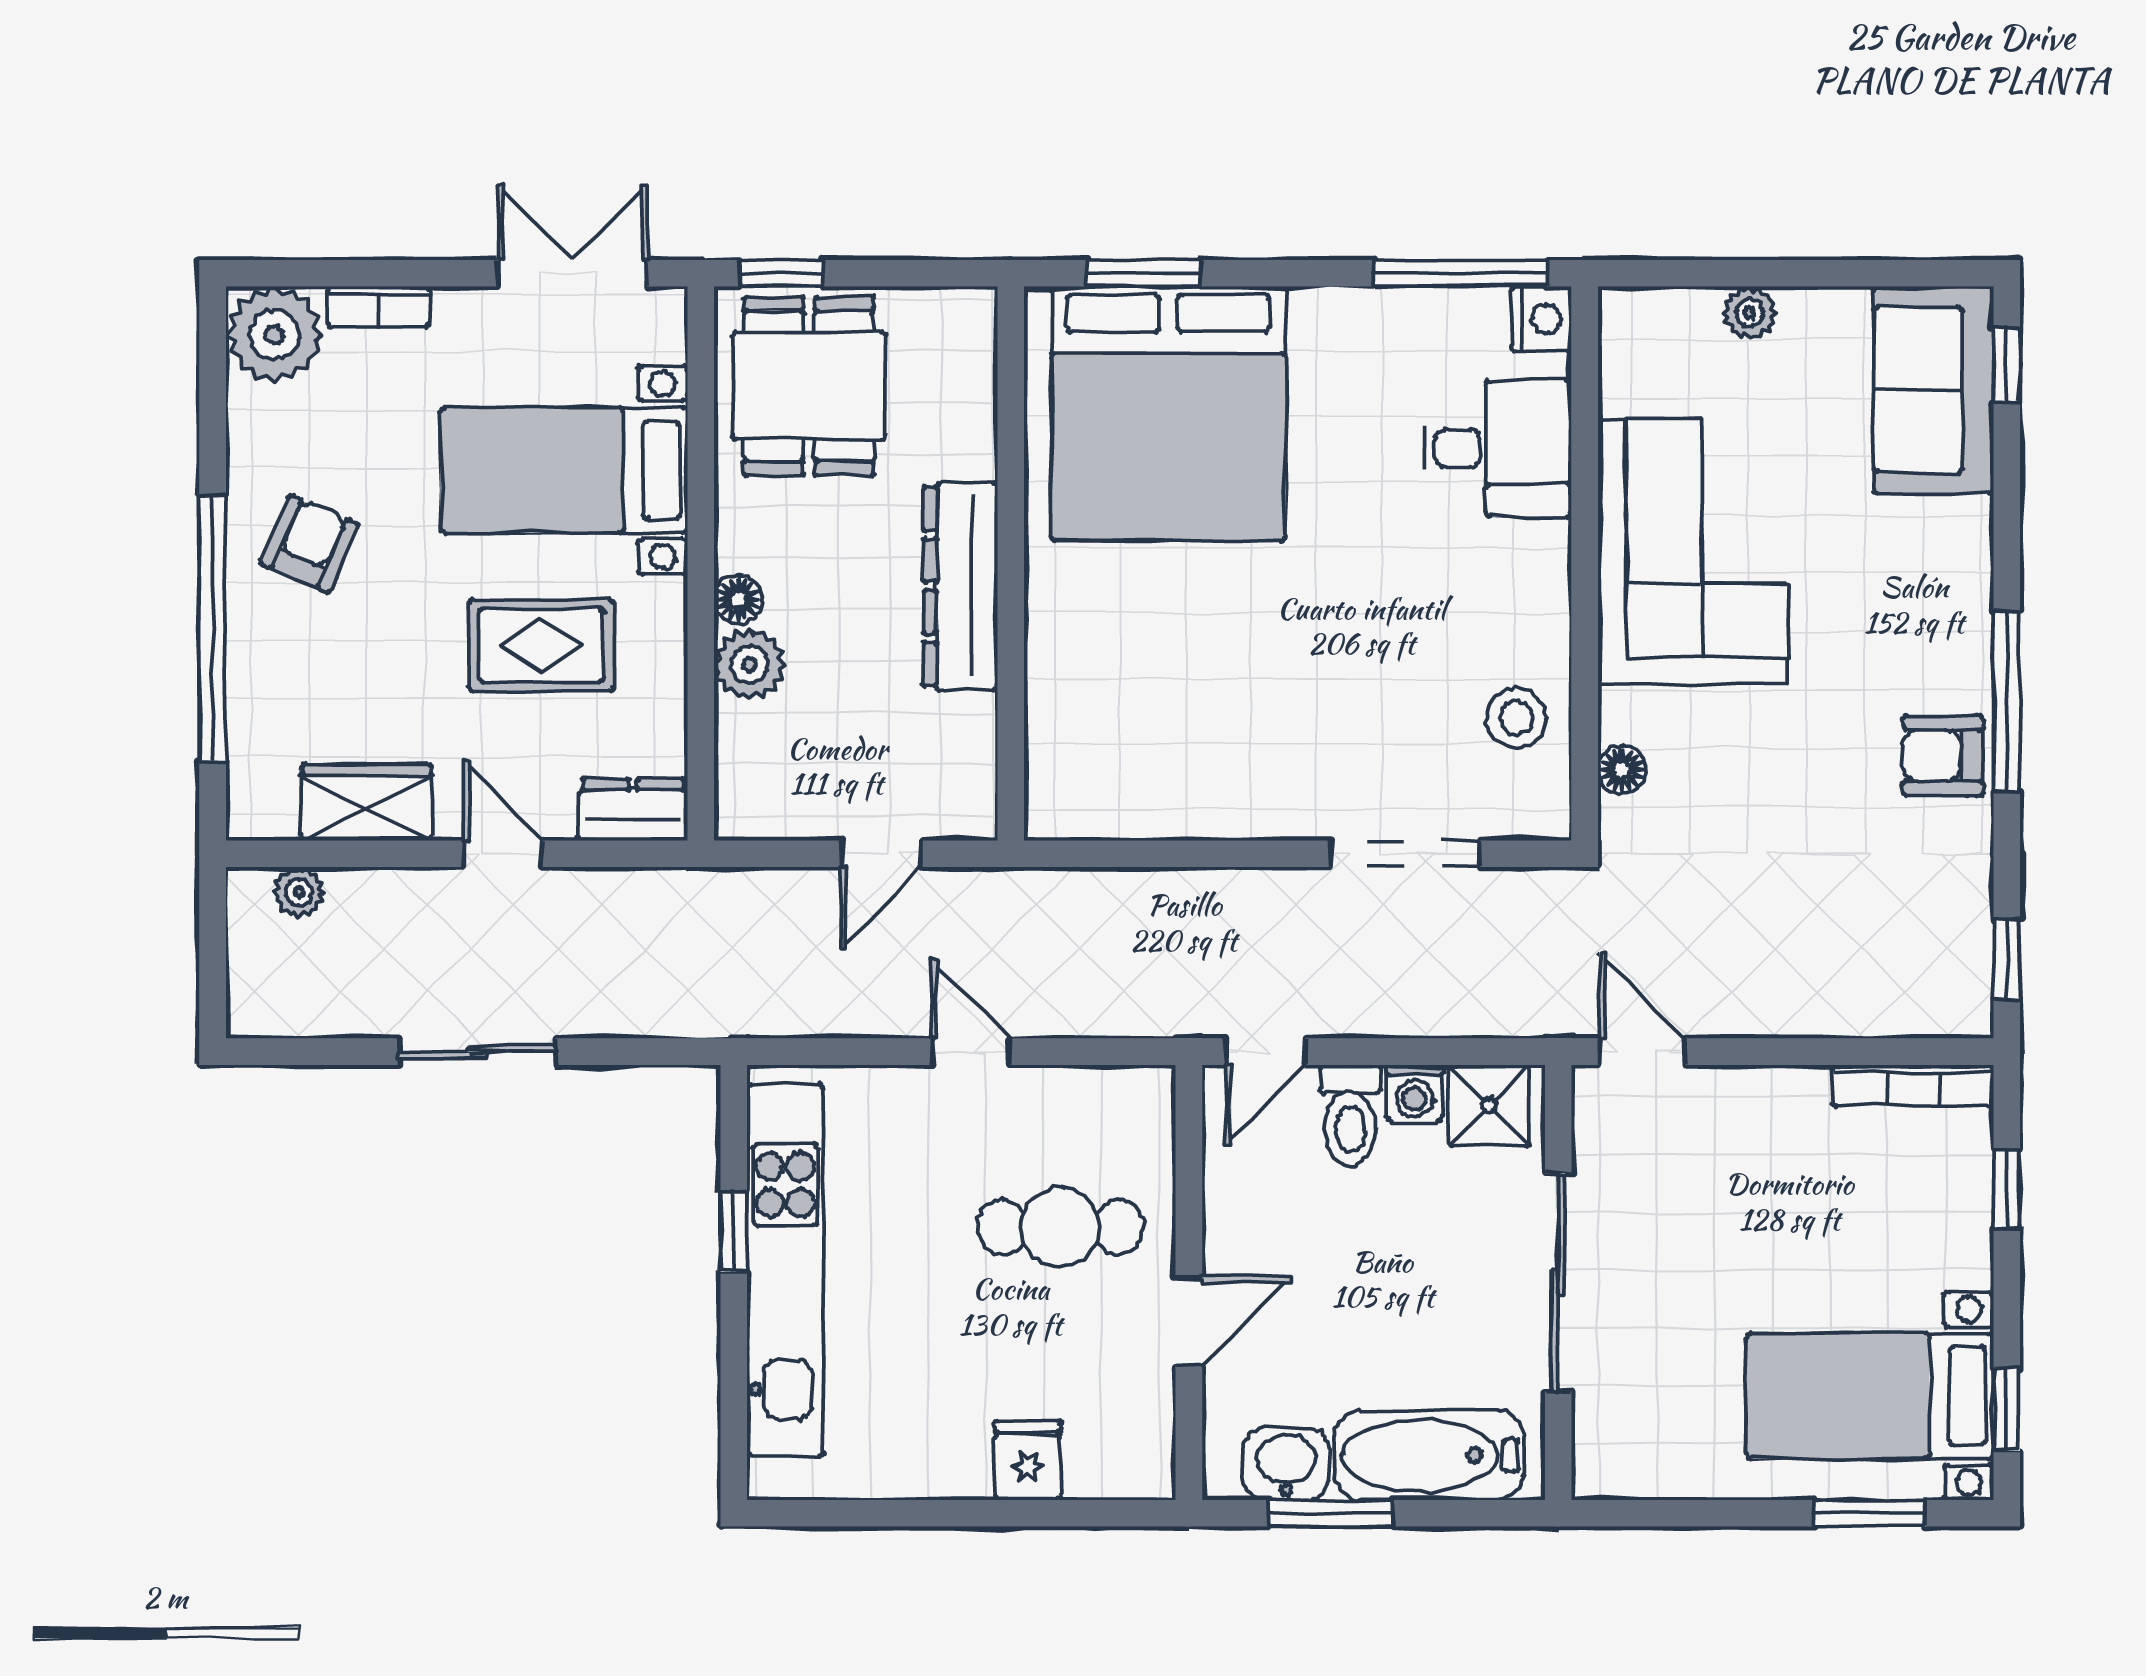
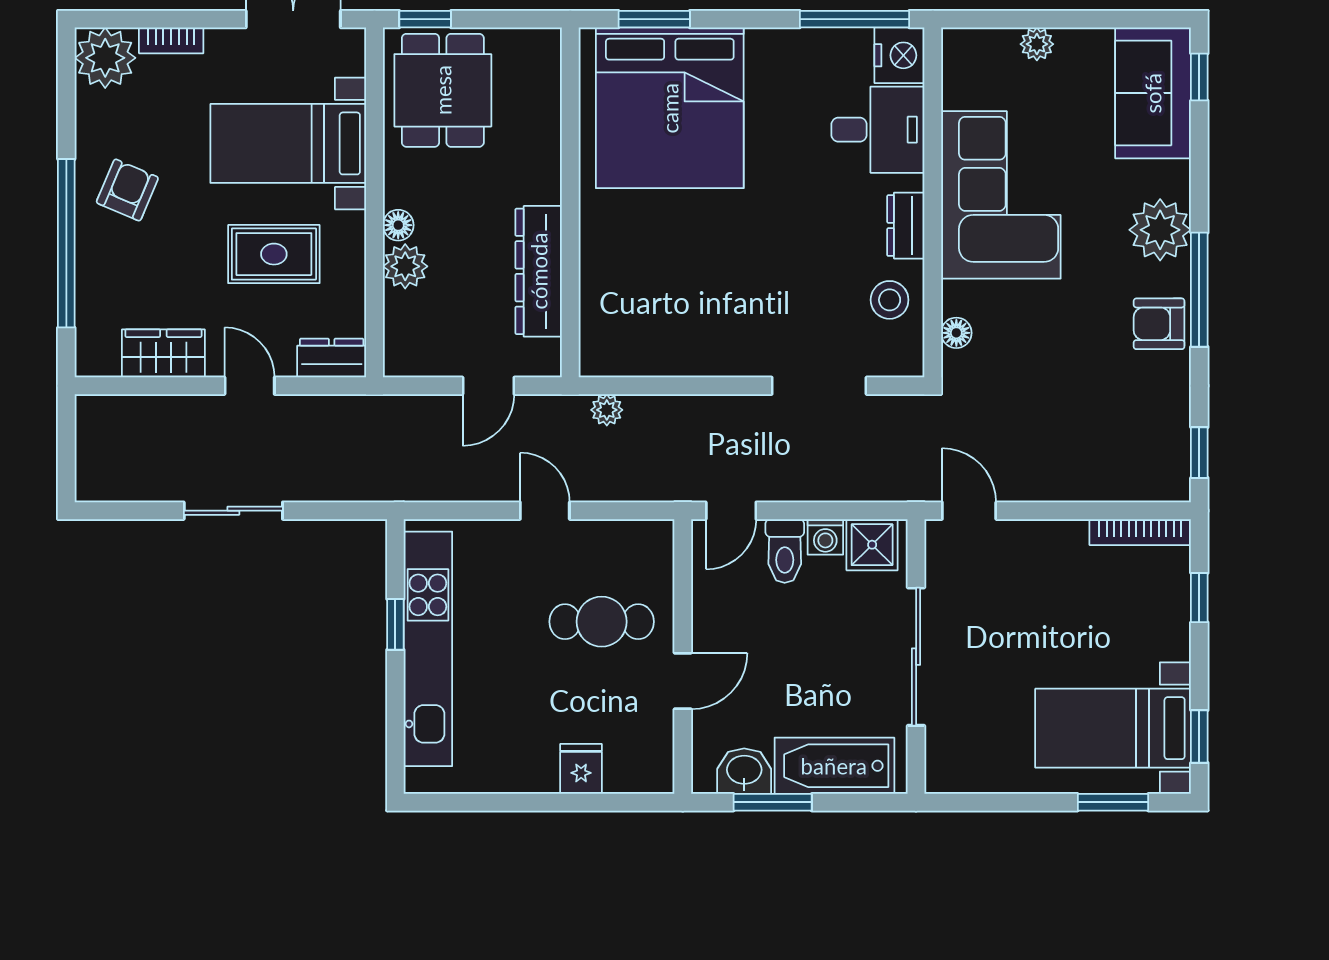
nightstand: (1542, 319) -> (899, 55), width x1.36, depth x1.33
dresser: (961, 586) -> (539, 271), moved
dresser: (1542, 600) -> (906, 226), added
plant: (1945, 607) -> (1160, 230), added
plant: (299, 892) -> (607, 410), moved

